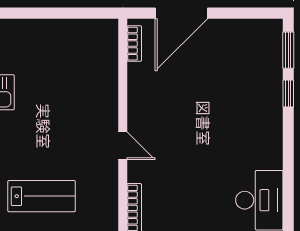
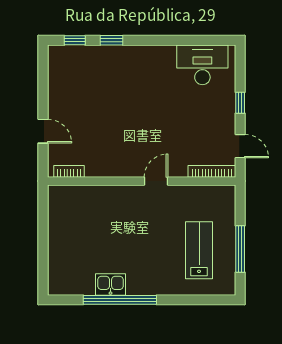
door: (181, 13) -> (43, 131), width x0.53
window: (288, 50) -> (75, 40), width x0.67

